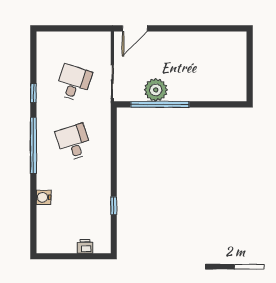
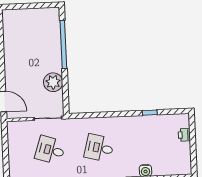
window: (160, 104) -> (63, 44), moved
desk: (74, 142) -> (99, 148), turned 33

